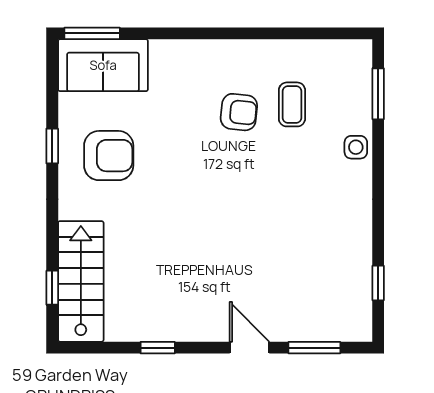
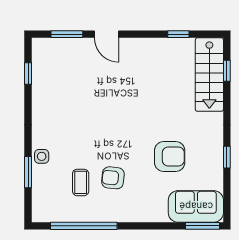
window: (287, 33) -> (84, 226), added
window: (378, 94) -> (28, 172), moved
armchair: (109, 156) -> (170, 156), moved, turned 180
window: (158, 348) -> (178, 34), moved

